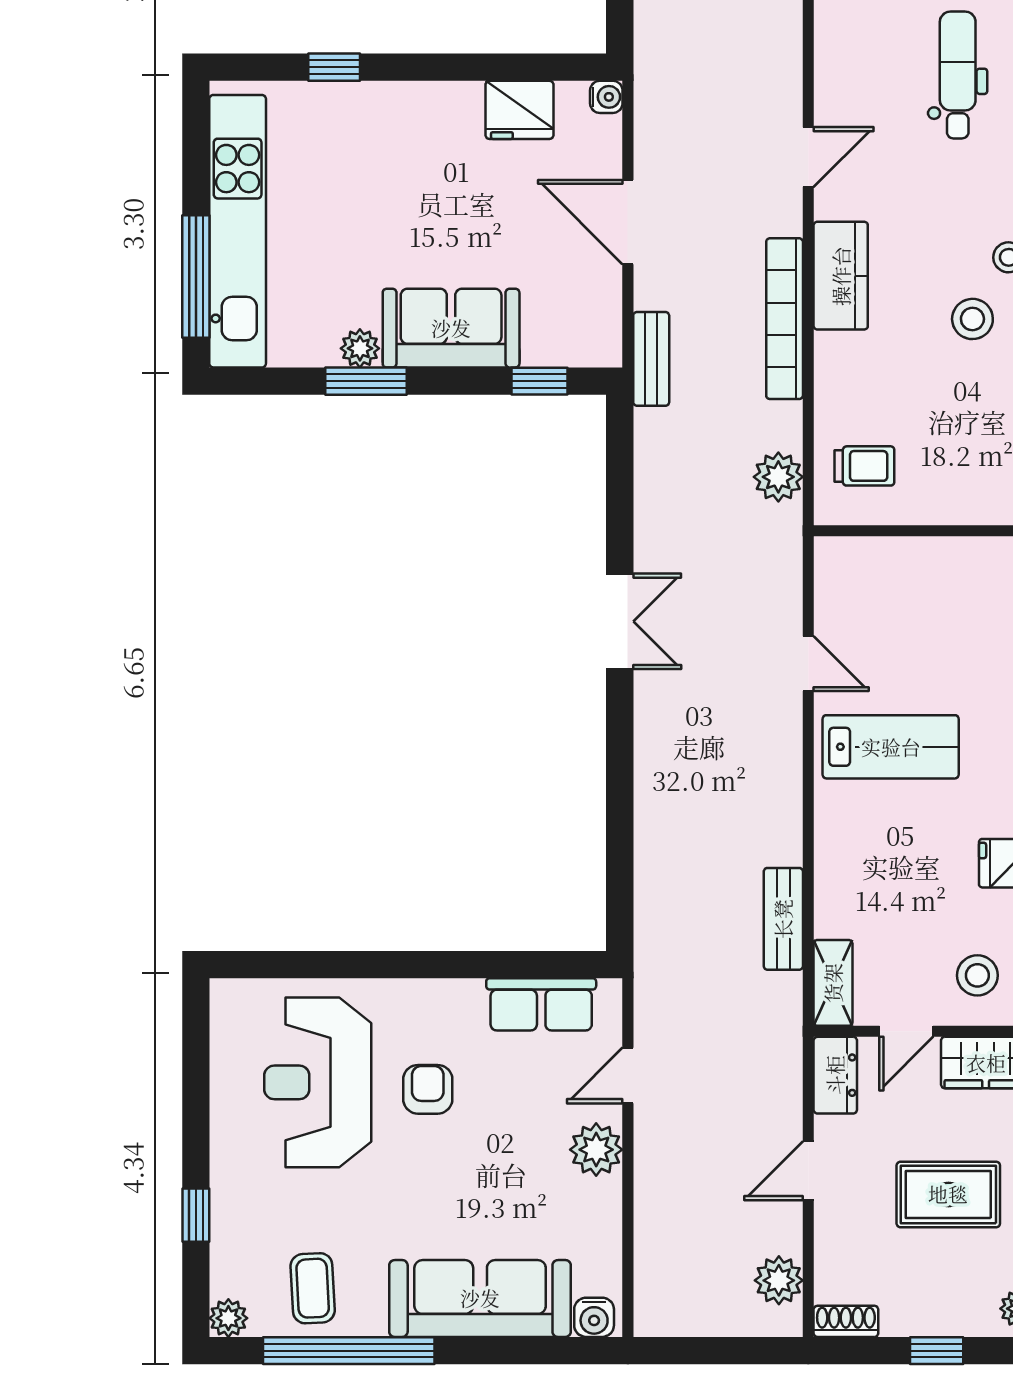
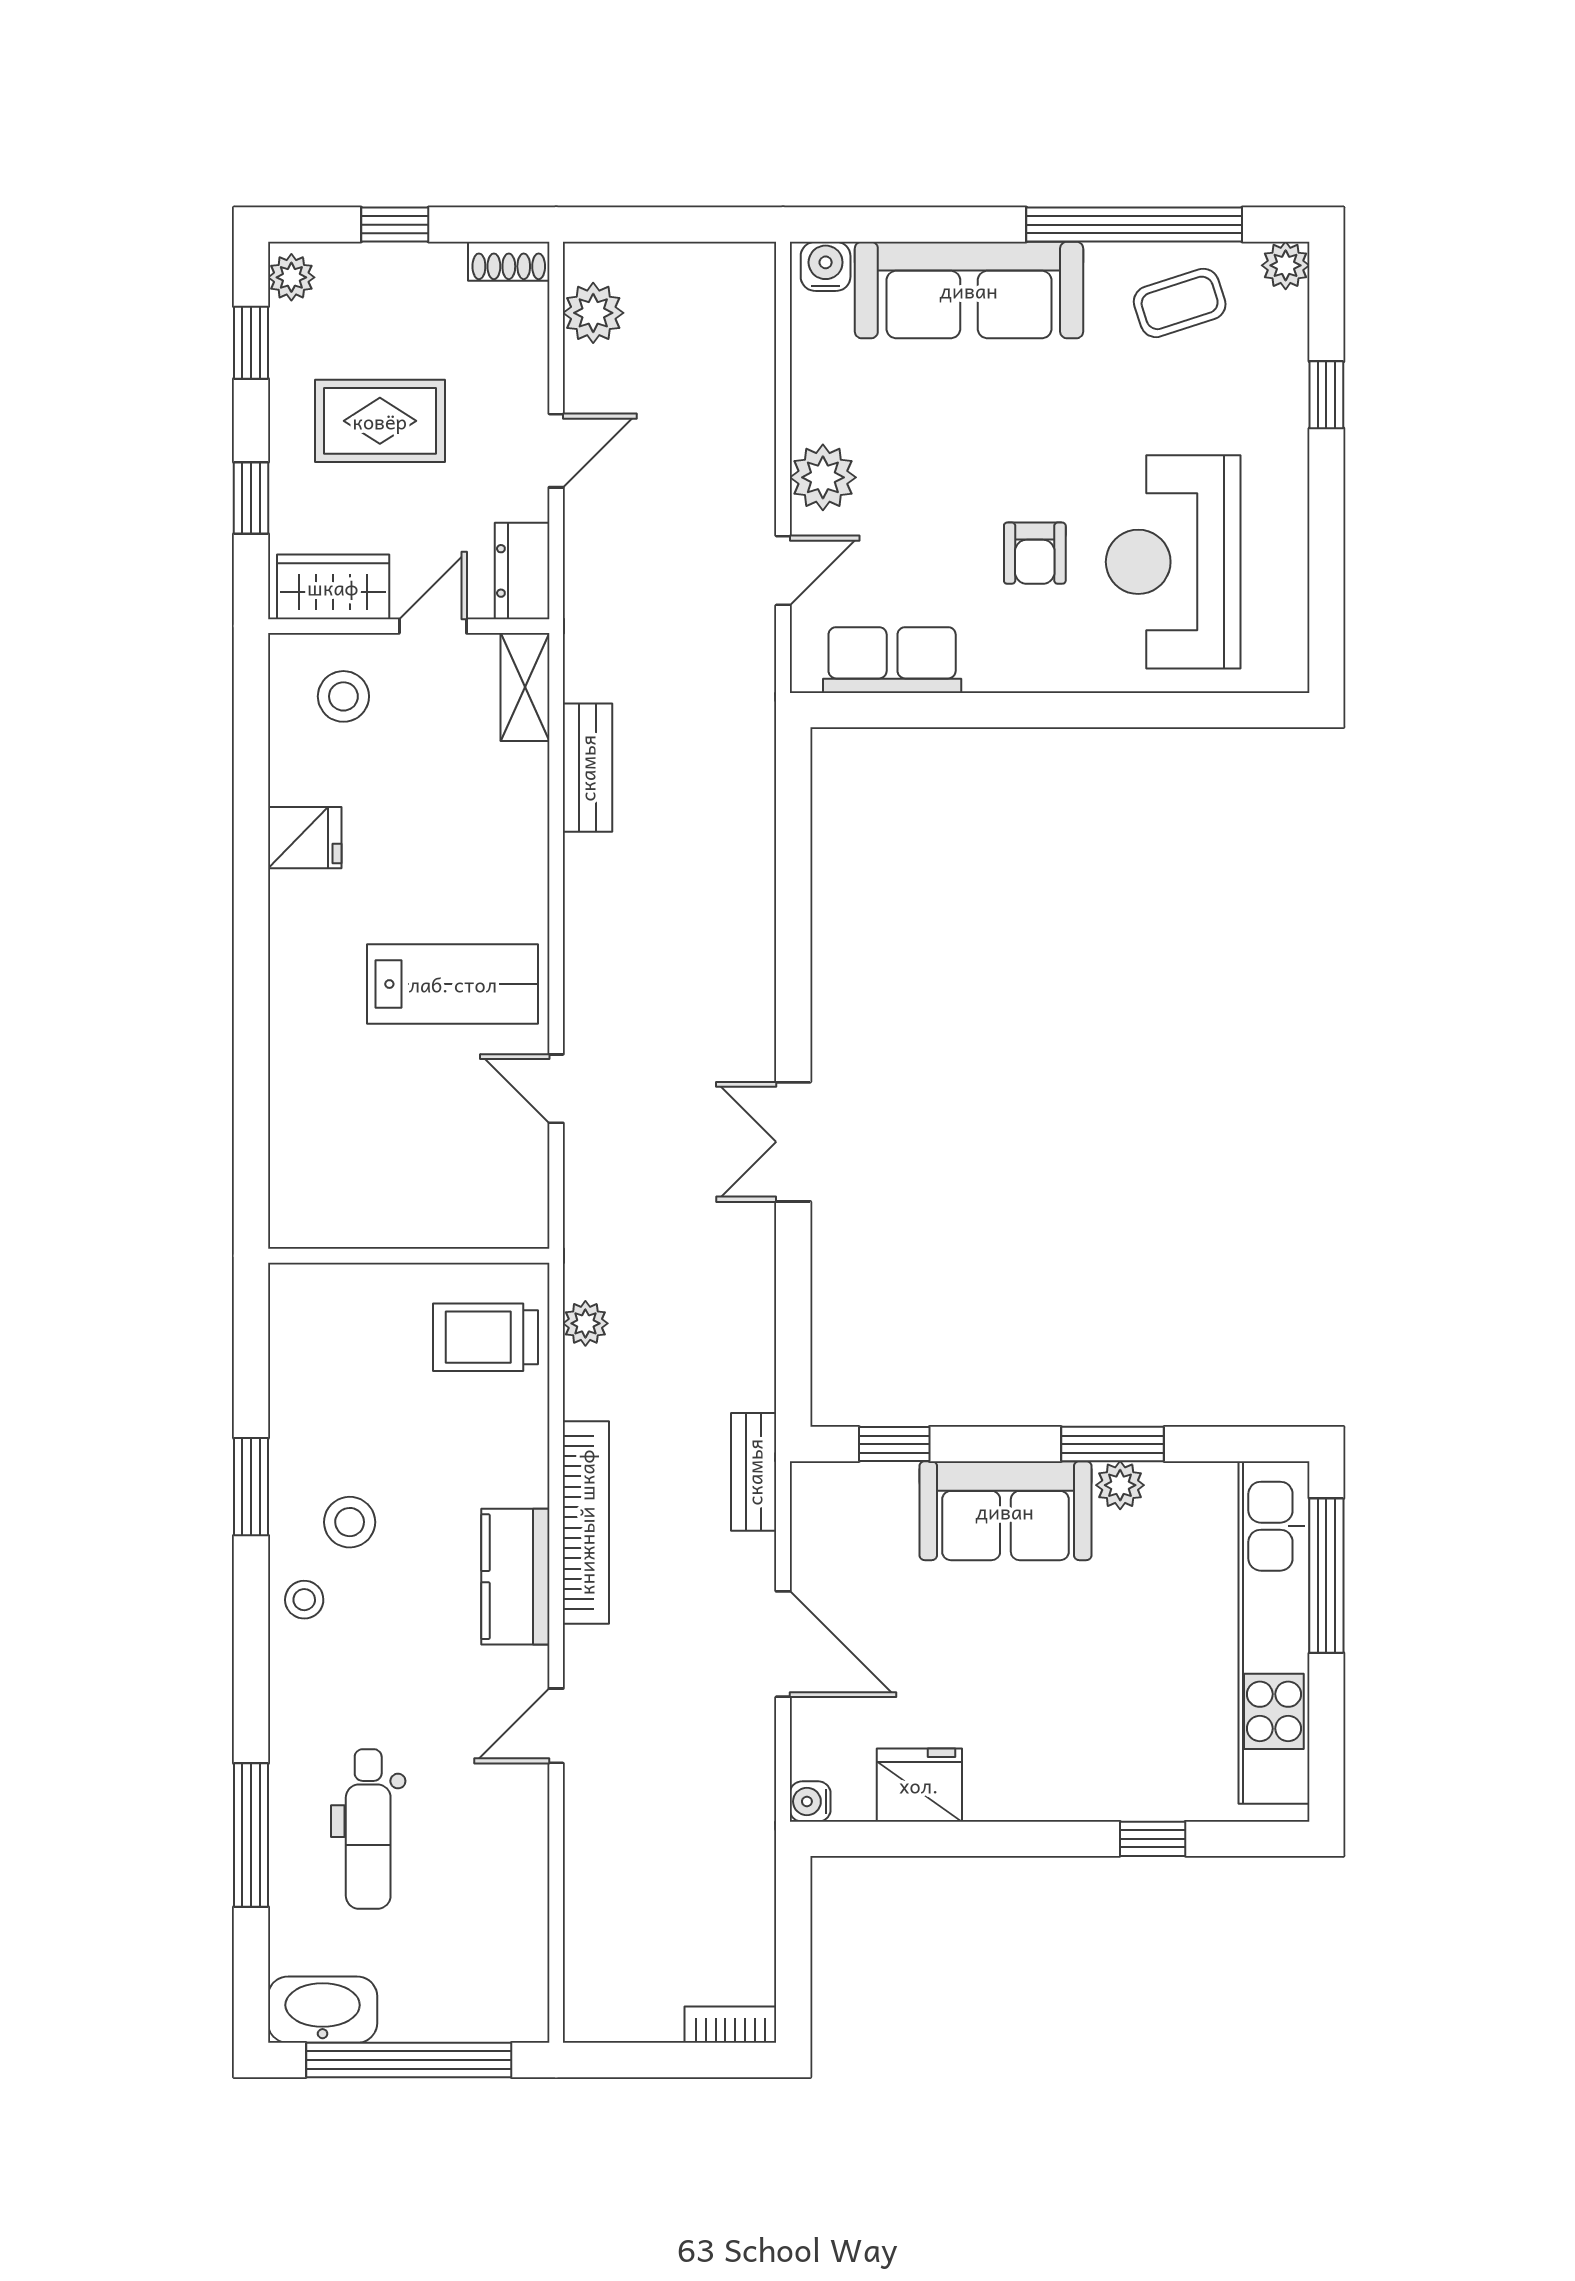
trolley: (864, 466) -> (486, 1337), width x1.36, depth x1.39
plant: (778, 477) -> (585, 1323), width x0.73, depth x0.73
lab bench: (891, 747) -> (453, 984), turned 180
reception desk: (318, 1082) -> (1173, 562), turned 180
coffee table: (313, 1288) -> (1180, 303), turned 75

